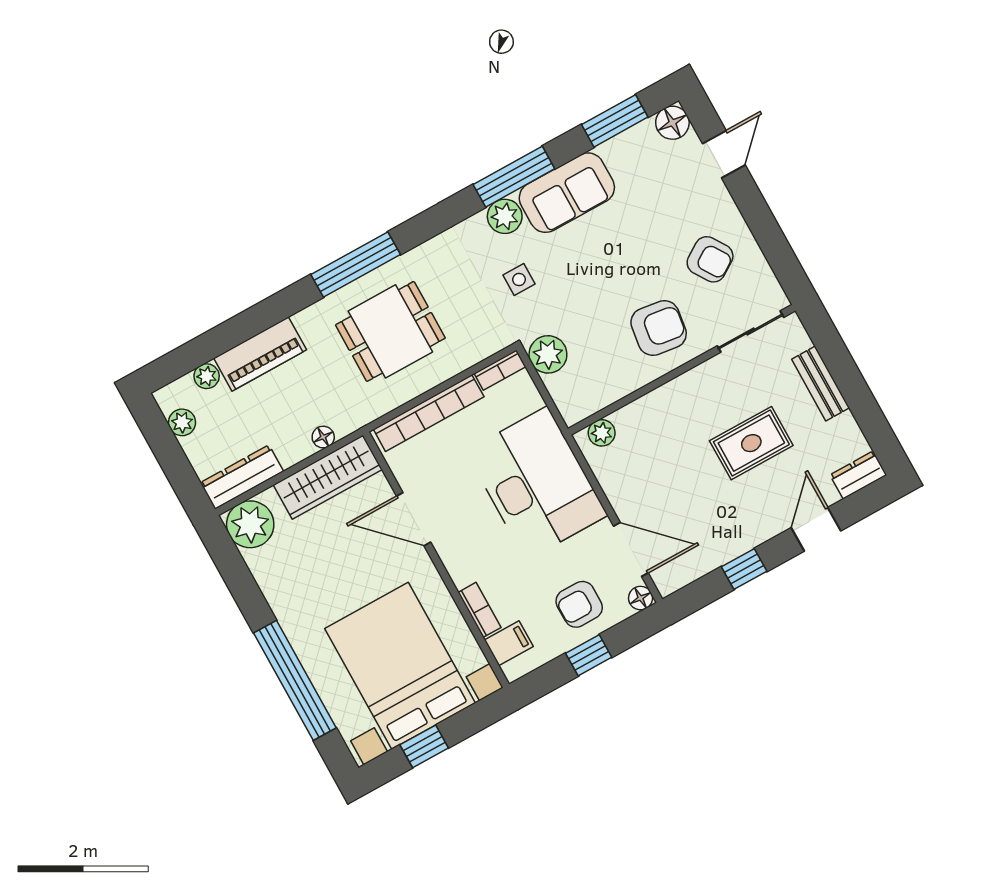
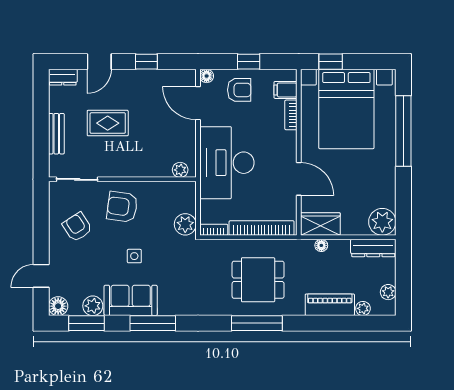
plant: (505, 216) -> (93, 306), moved
side table: (519, 279) -> (134, 256), moved
wardrobe: (328, 477) -> (320, 224), width x0.67
window: (424, 746) -> (331, 62), moved

